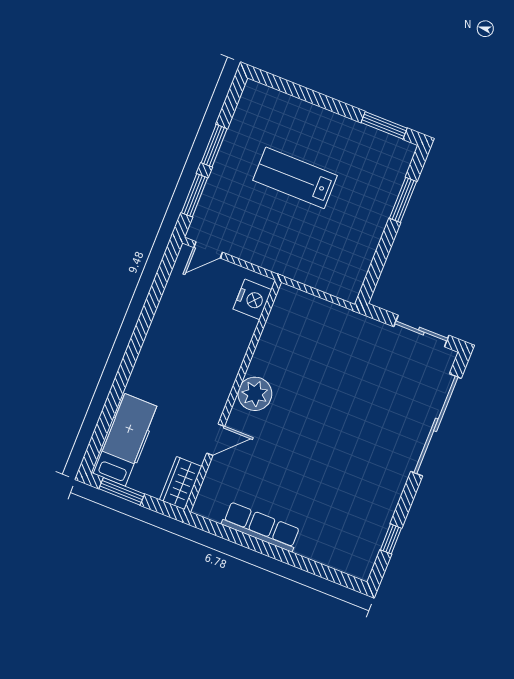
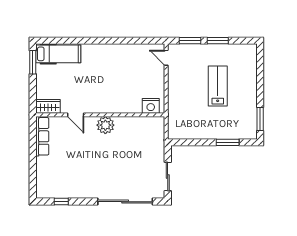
nightstand: (252, 299) -> (151, 106), moved
plant: (255, 394) -> (105, 125), moved
wall: (233, 396) -> (100, 115), moved
door: (216, 440) -> (76, 115), moved
wardrobe: (181, 483) -> (48, 106), moved

